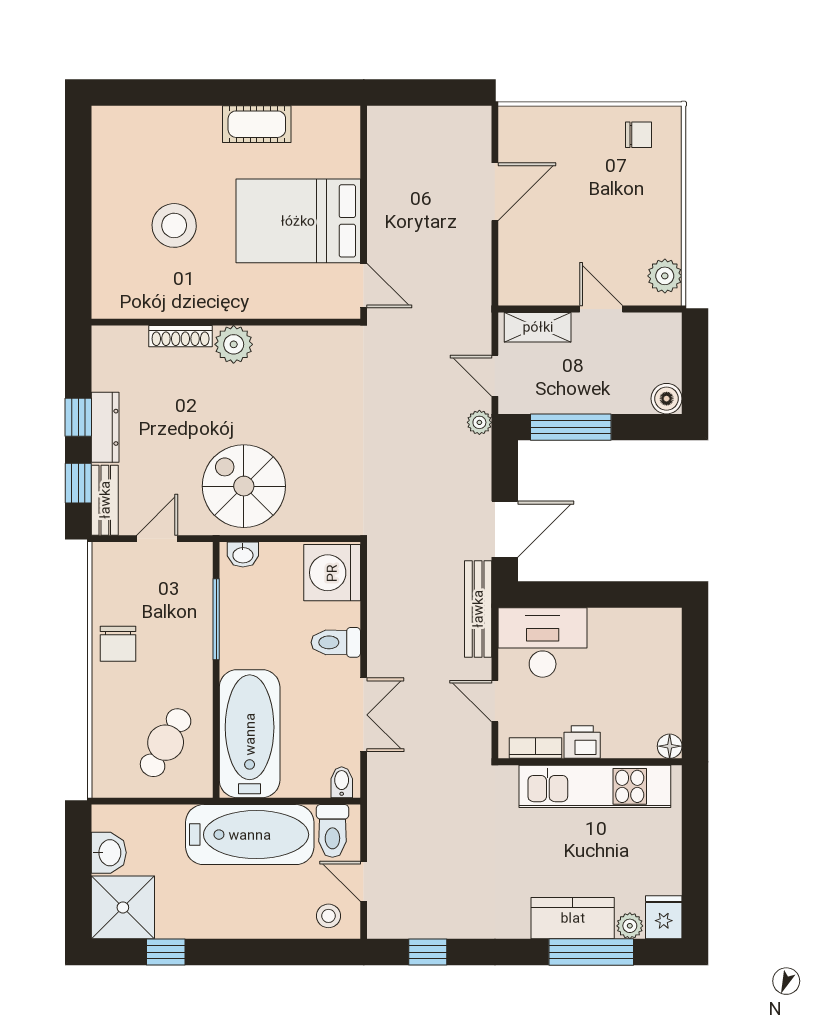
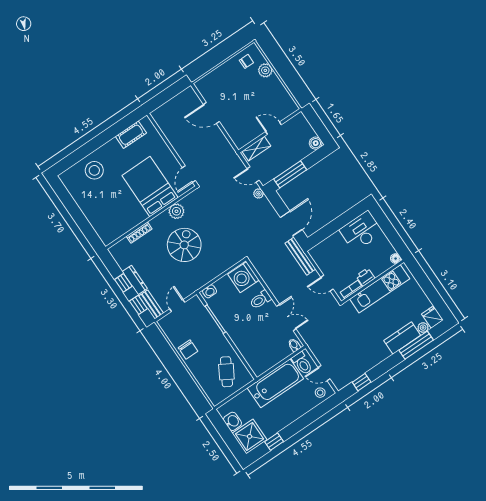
cot: (257, 124) -> (131, 135), moved
door: (495, 192) -> (211, 113), swing flipped
bed: (298, 221) -> (150, 187), moved, turned 90
stool: (174, 225) -> (94, 170), moved
plant: (665, 276) -> (265, 70), moved
door: (364, 286) -> (189, 174), swing flipped
plant: (234, 344) -> (176, 211), moved
spiral stairs: (244, 486) -> (184, 245), moved, turned 90
desk: (543, 642) -> (361, 231), moved
bathtub: (250, 734) -> (252, 350), removed

